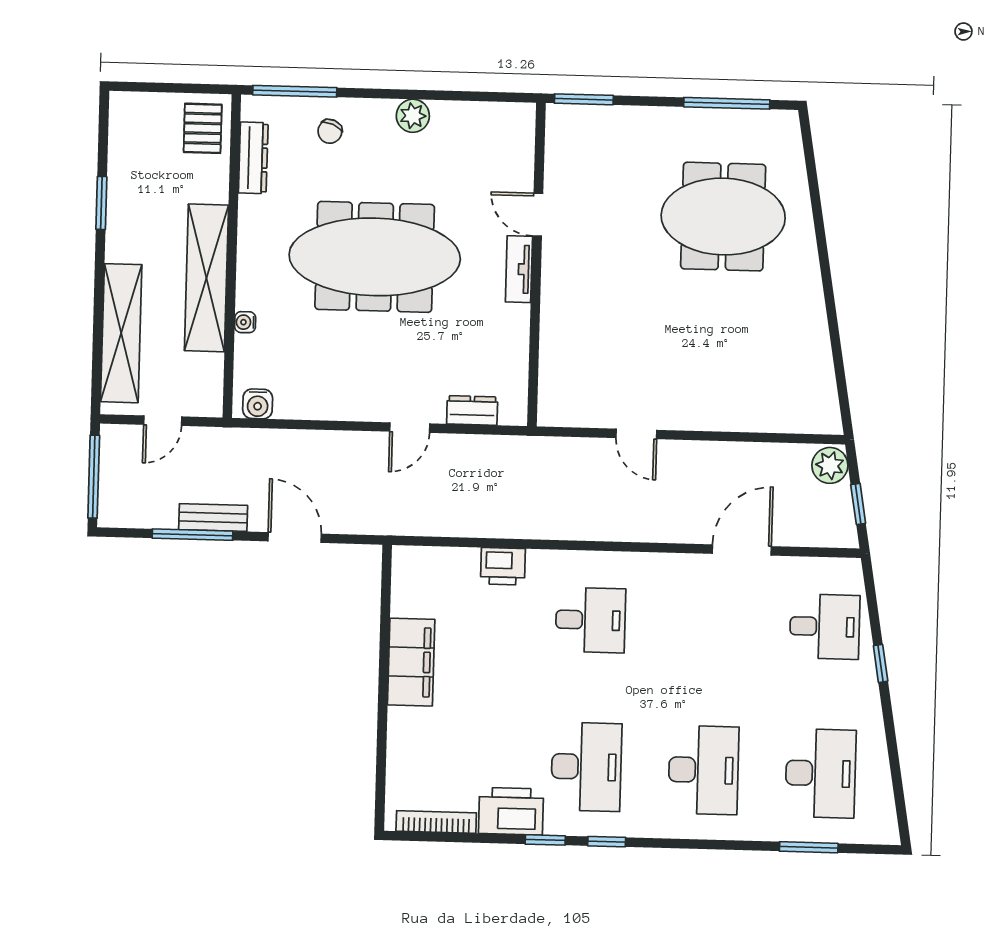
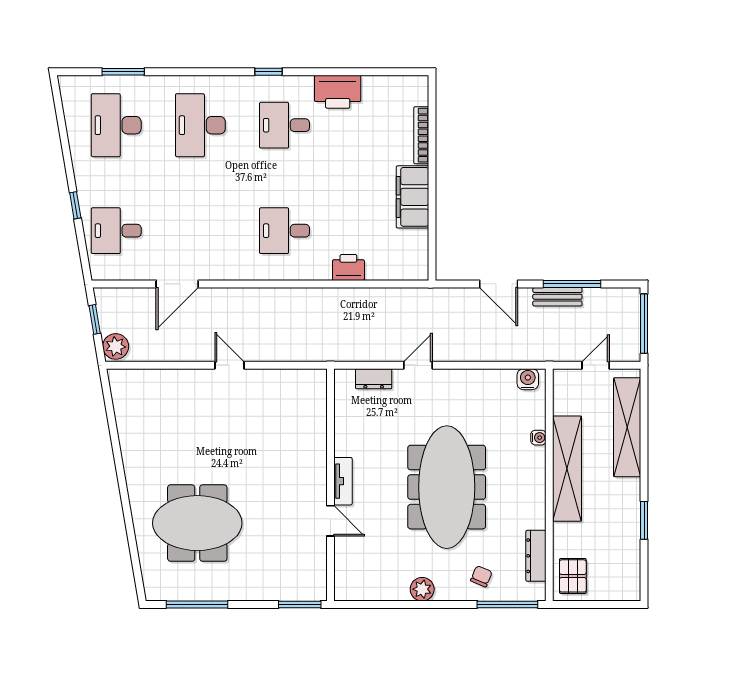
meeting table: (375, 257) -> (447, 487), turned 90
door: (636, 434) -> (229, 365), moved
desk: (586, 767) -> (284, 125), width x0.73
bookcase: (436, 822) -> (421, 135), moved, turned 90
window: (545, 840) -> (313, 72), removed

